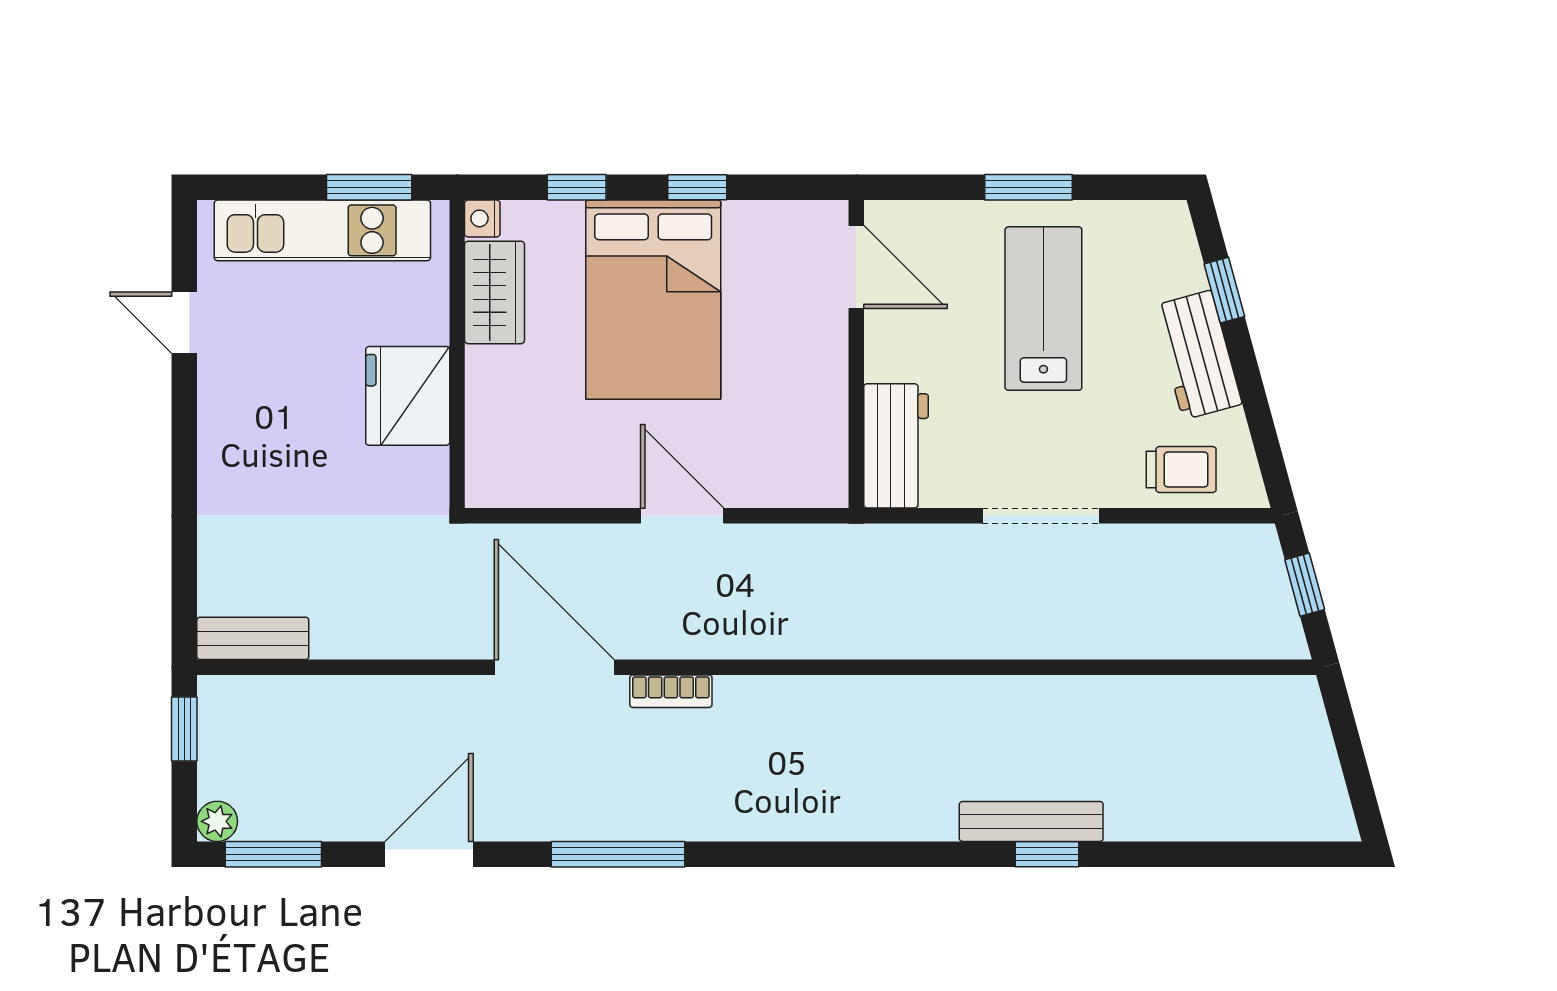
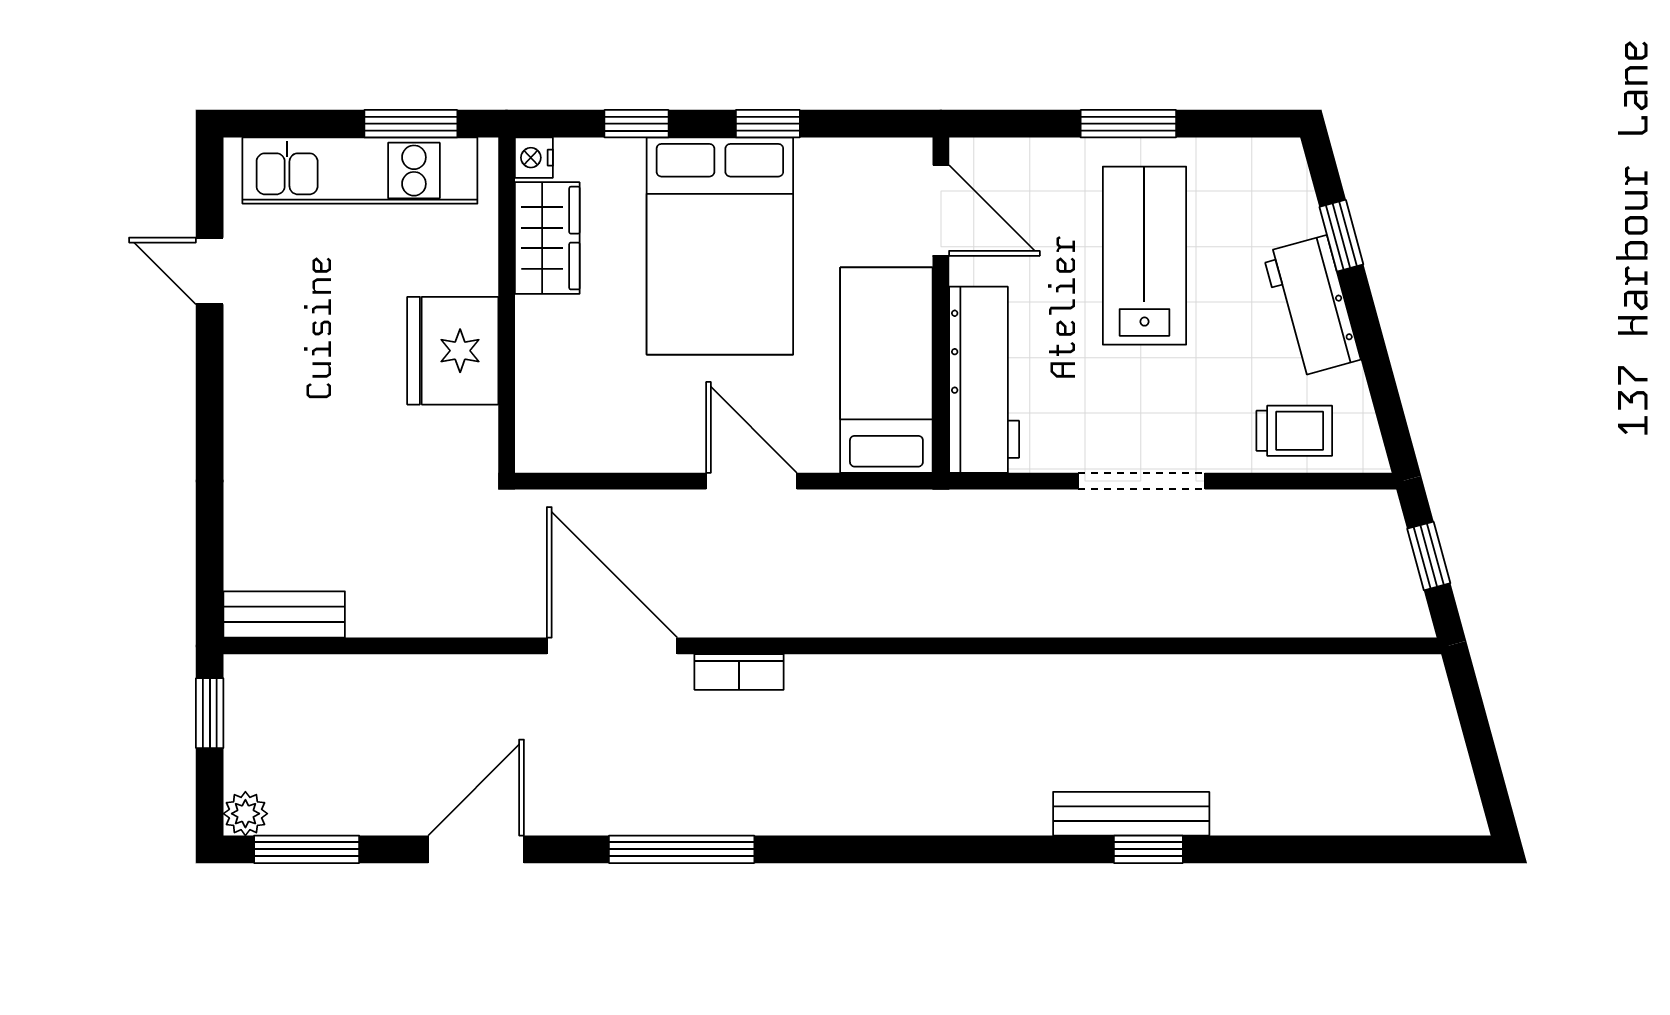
bed: (806, 414) -> (886, 370), added
workbench: (896, 446) -> (984, 380), width x1.38

